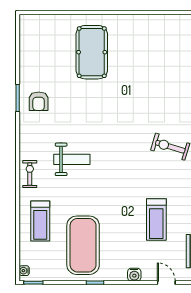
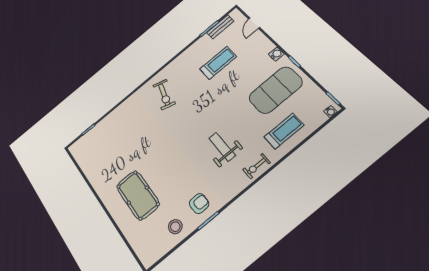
pool table: (92, 52) -> (138, 195), turned 90
stool: (36, 66) -> (175, 227), added
water cooler: (134, 275) -> (276, 54), moved

